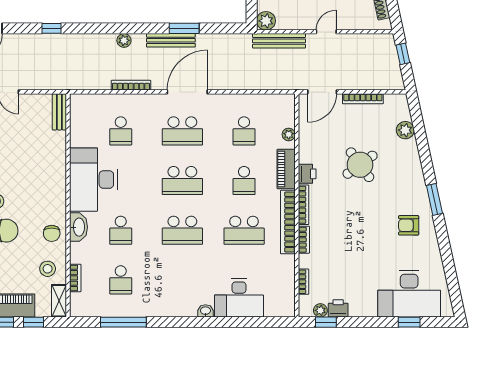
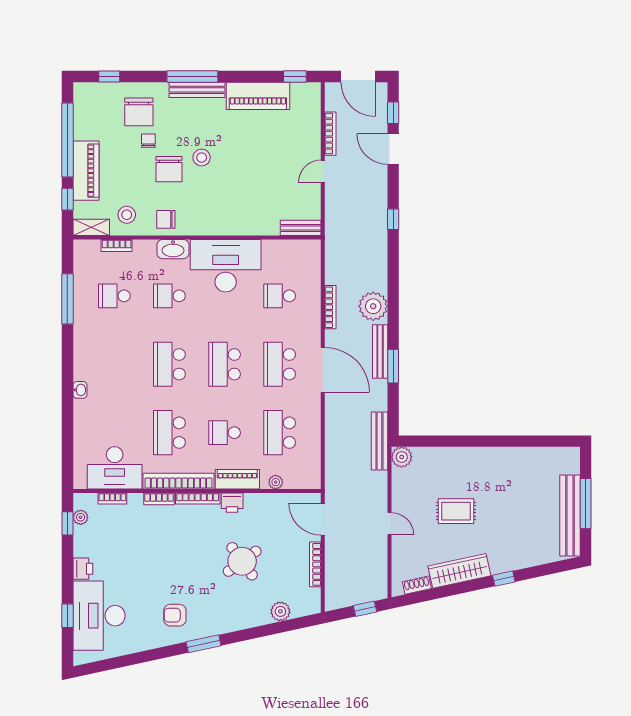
plant: (124, 40) -> (373, 306), width x1.87, depth x1.87
bench: (279, 41) -> (379, 441), moved
school desk: (244, 131) -> (280, 433), width x1.85
armchair: (409, 225) -> (175, 615), turned -90
desk: (239, 298) -> (115, 468), moved, turned -90
printer: (338, 308) -> (83, 569), moved

